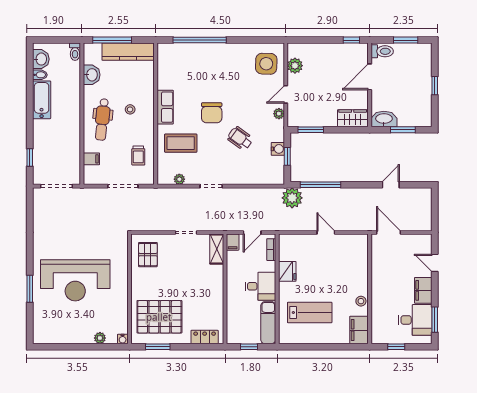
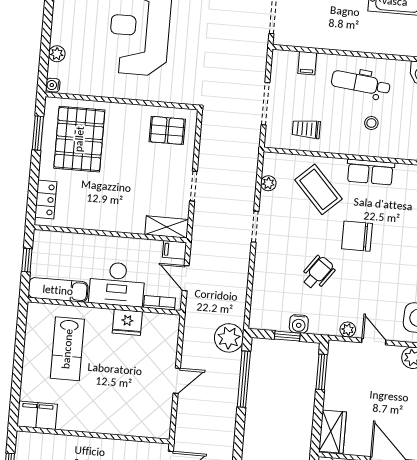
coffee table: (181, 143) -> (318, 189), turned -43
desk: (260, 286) -> (117, 284), width x1.37
stool: (361, 301) -> (77, 421), removed

